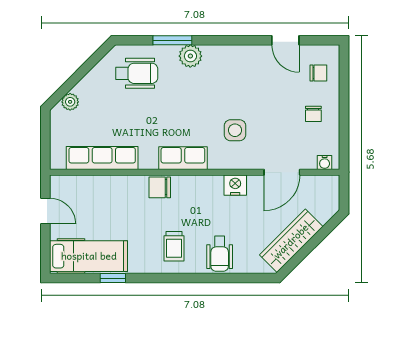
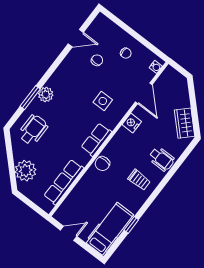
chair: (318, 73) -> (97, 60), moved
plant: (70, 102) -> (26, 171), width x1.87, depth x1.87
wardrobe: (291, 241) -> (184, 123), width x0.67

